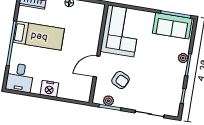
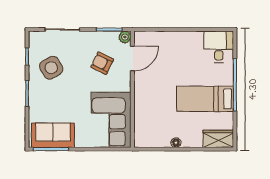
plant: (183, 58) -> (34, 100), removed
door: (97, 66) -> (132, 58), moved
side table: (164, 83) -> (51, 68), added
nightstand: (49, 89) -> (183, 40), removed
plant: (108, 101) -> (125, 37), moved

